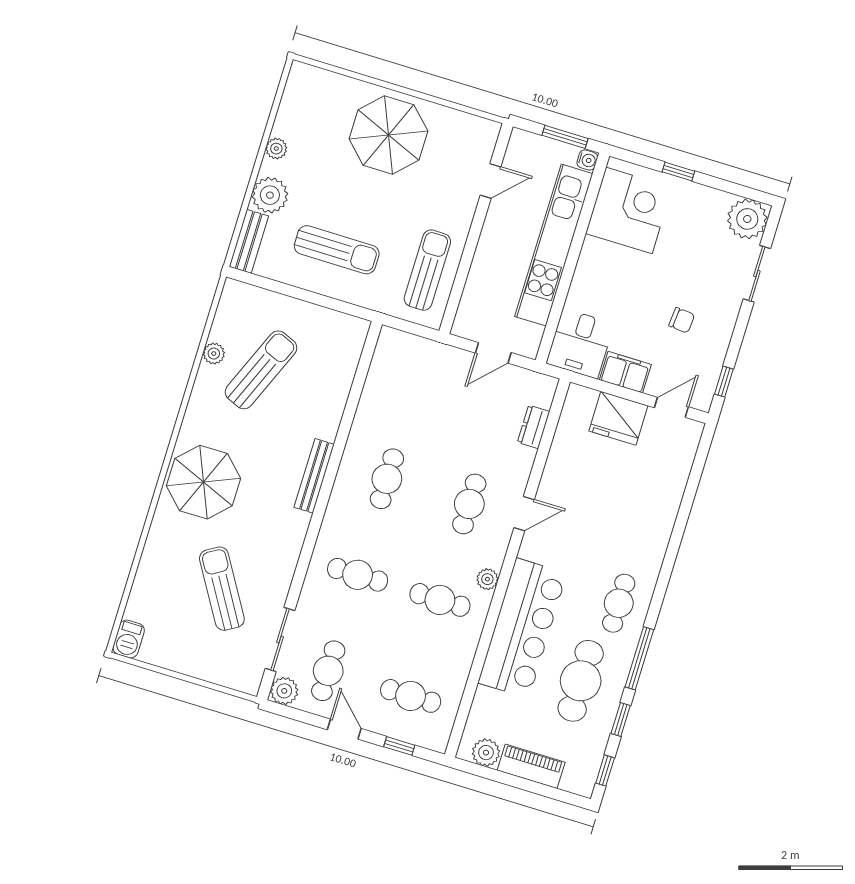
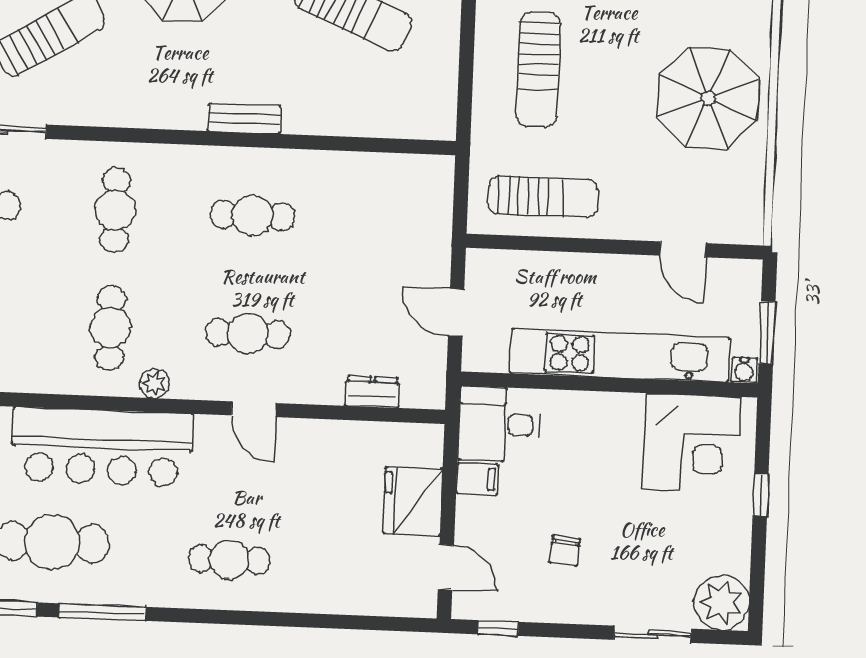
filing cabinet: (625, 372) -> (477, 479), width x0.50
bench: (314, 476) -> (244, 119), width x0.73
cafe table: (619, 603) -> (229, 560), moved

